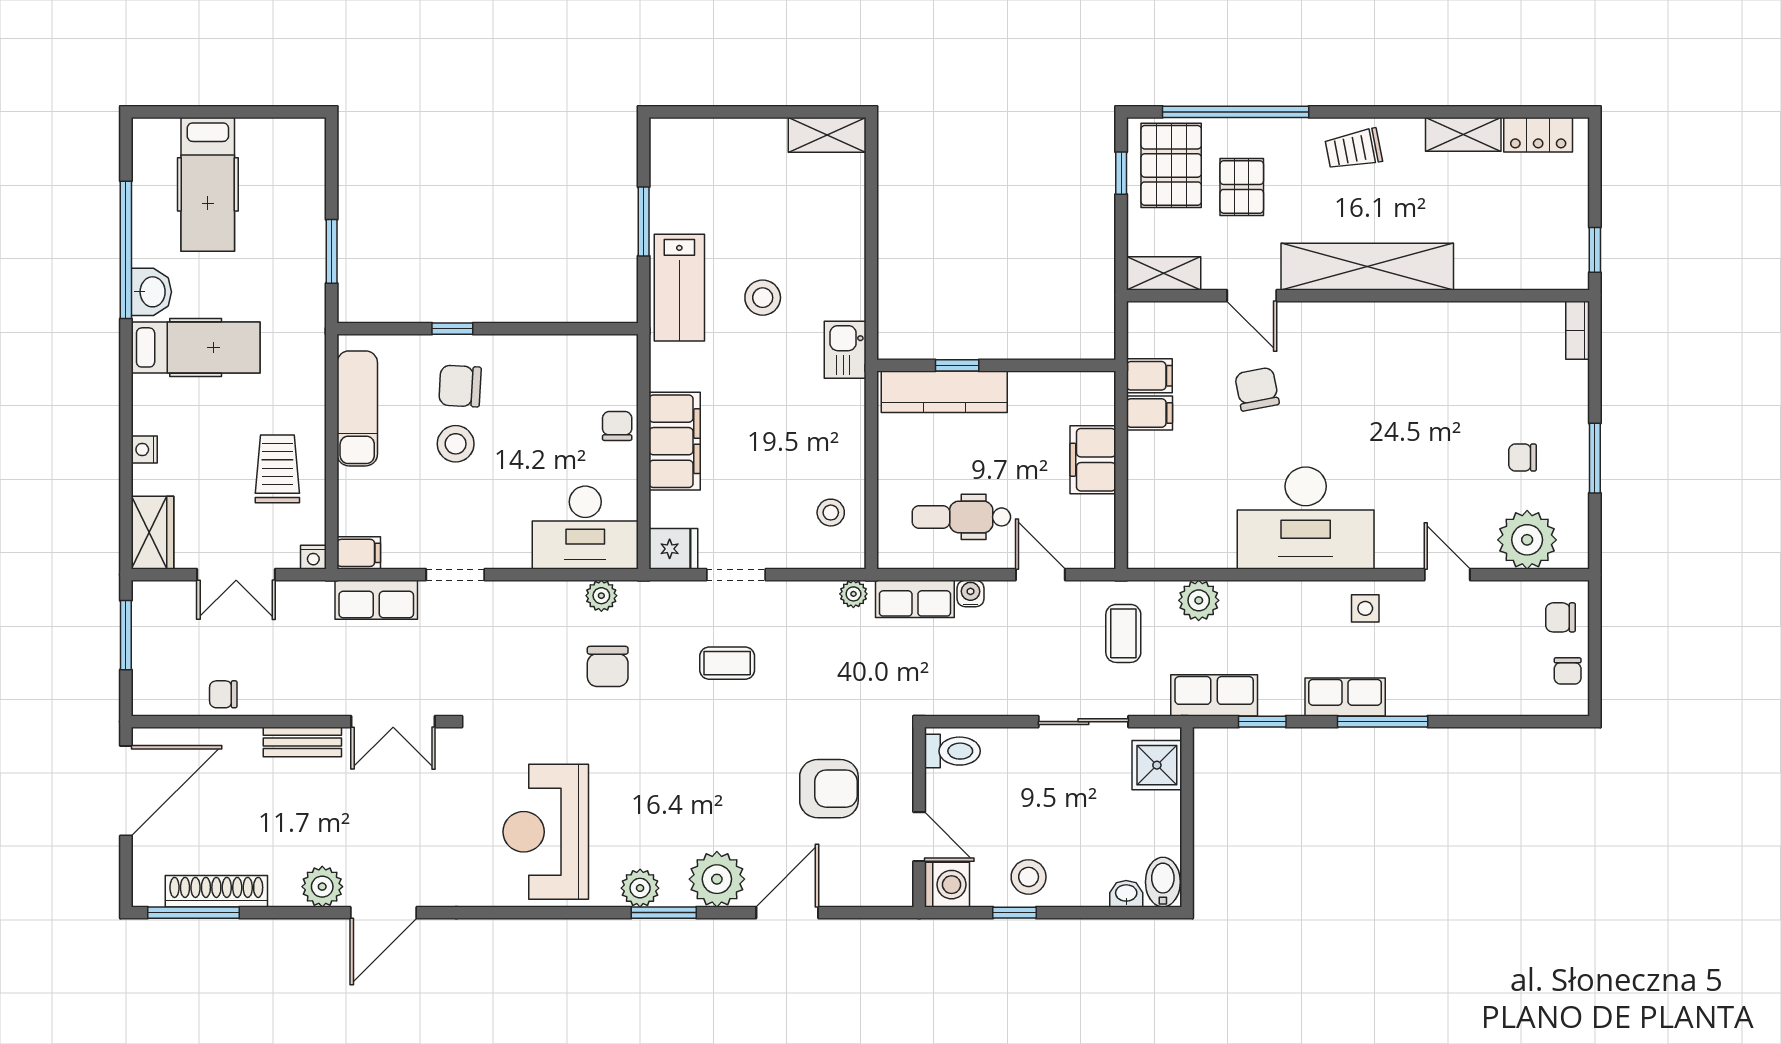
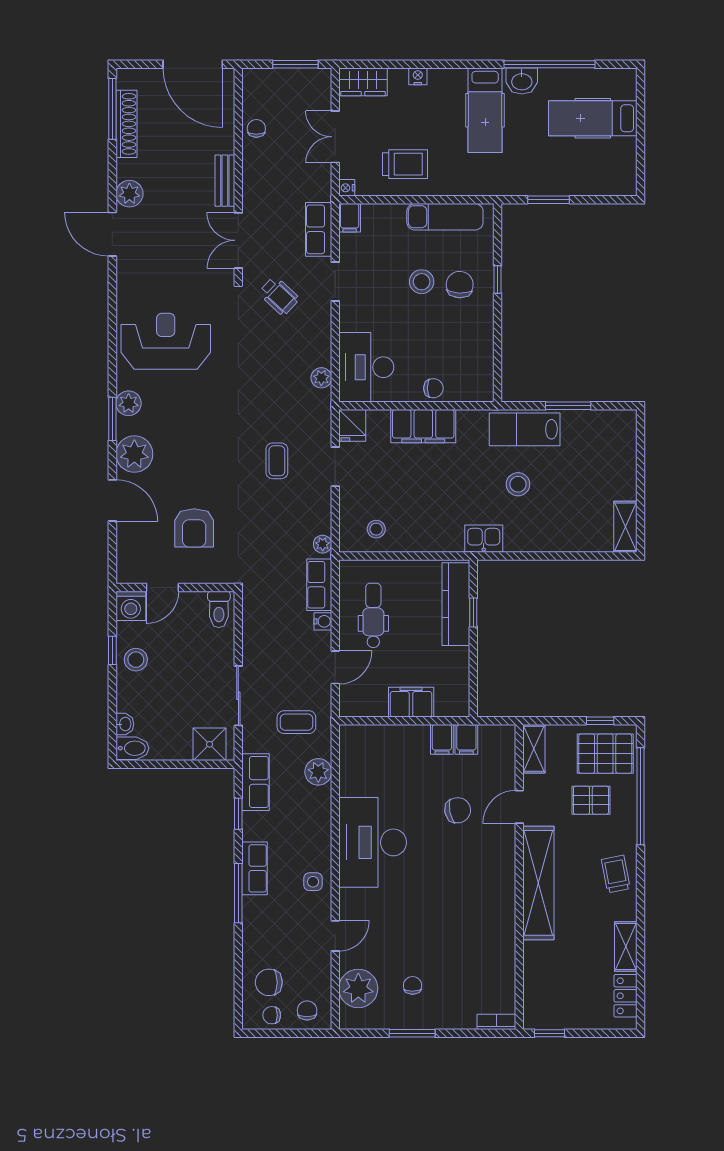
wheelchair: (477, 660) -> (279, 296), added
chair: (608, 666) -> (269, 982), moved

